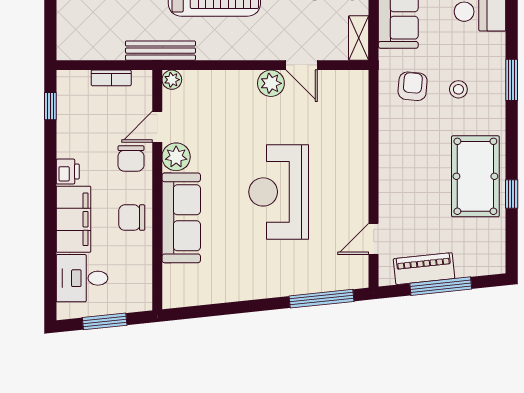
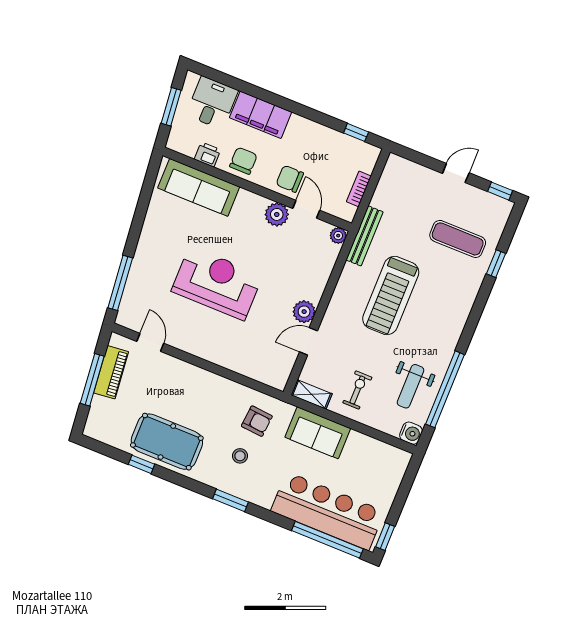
printer: (68, 172) -> (207, 154), moved, turned 180
sofa: (181, 218) -> (199, 187), moved

